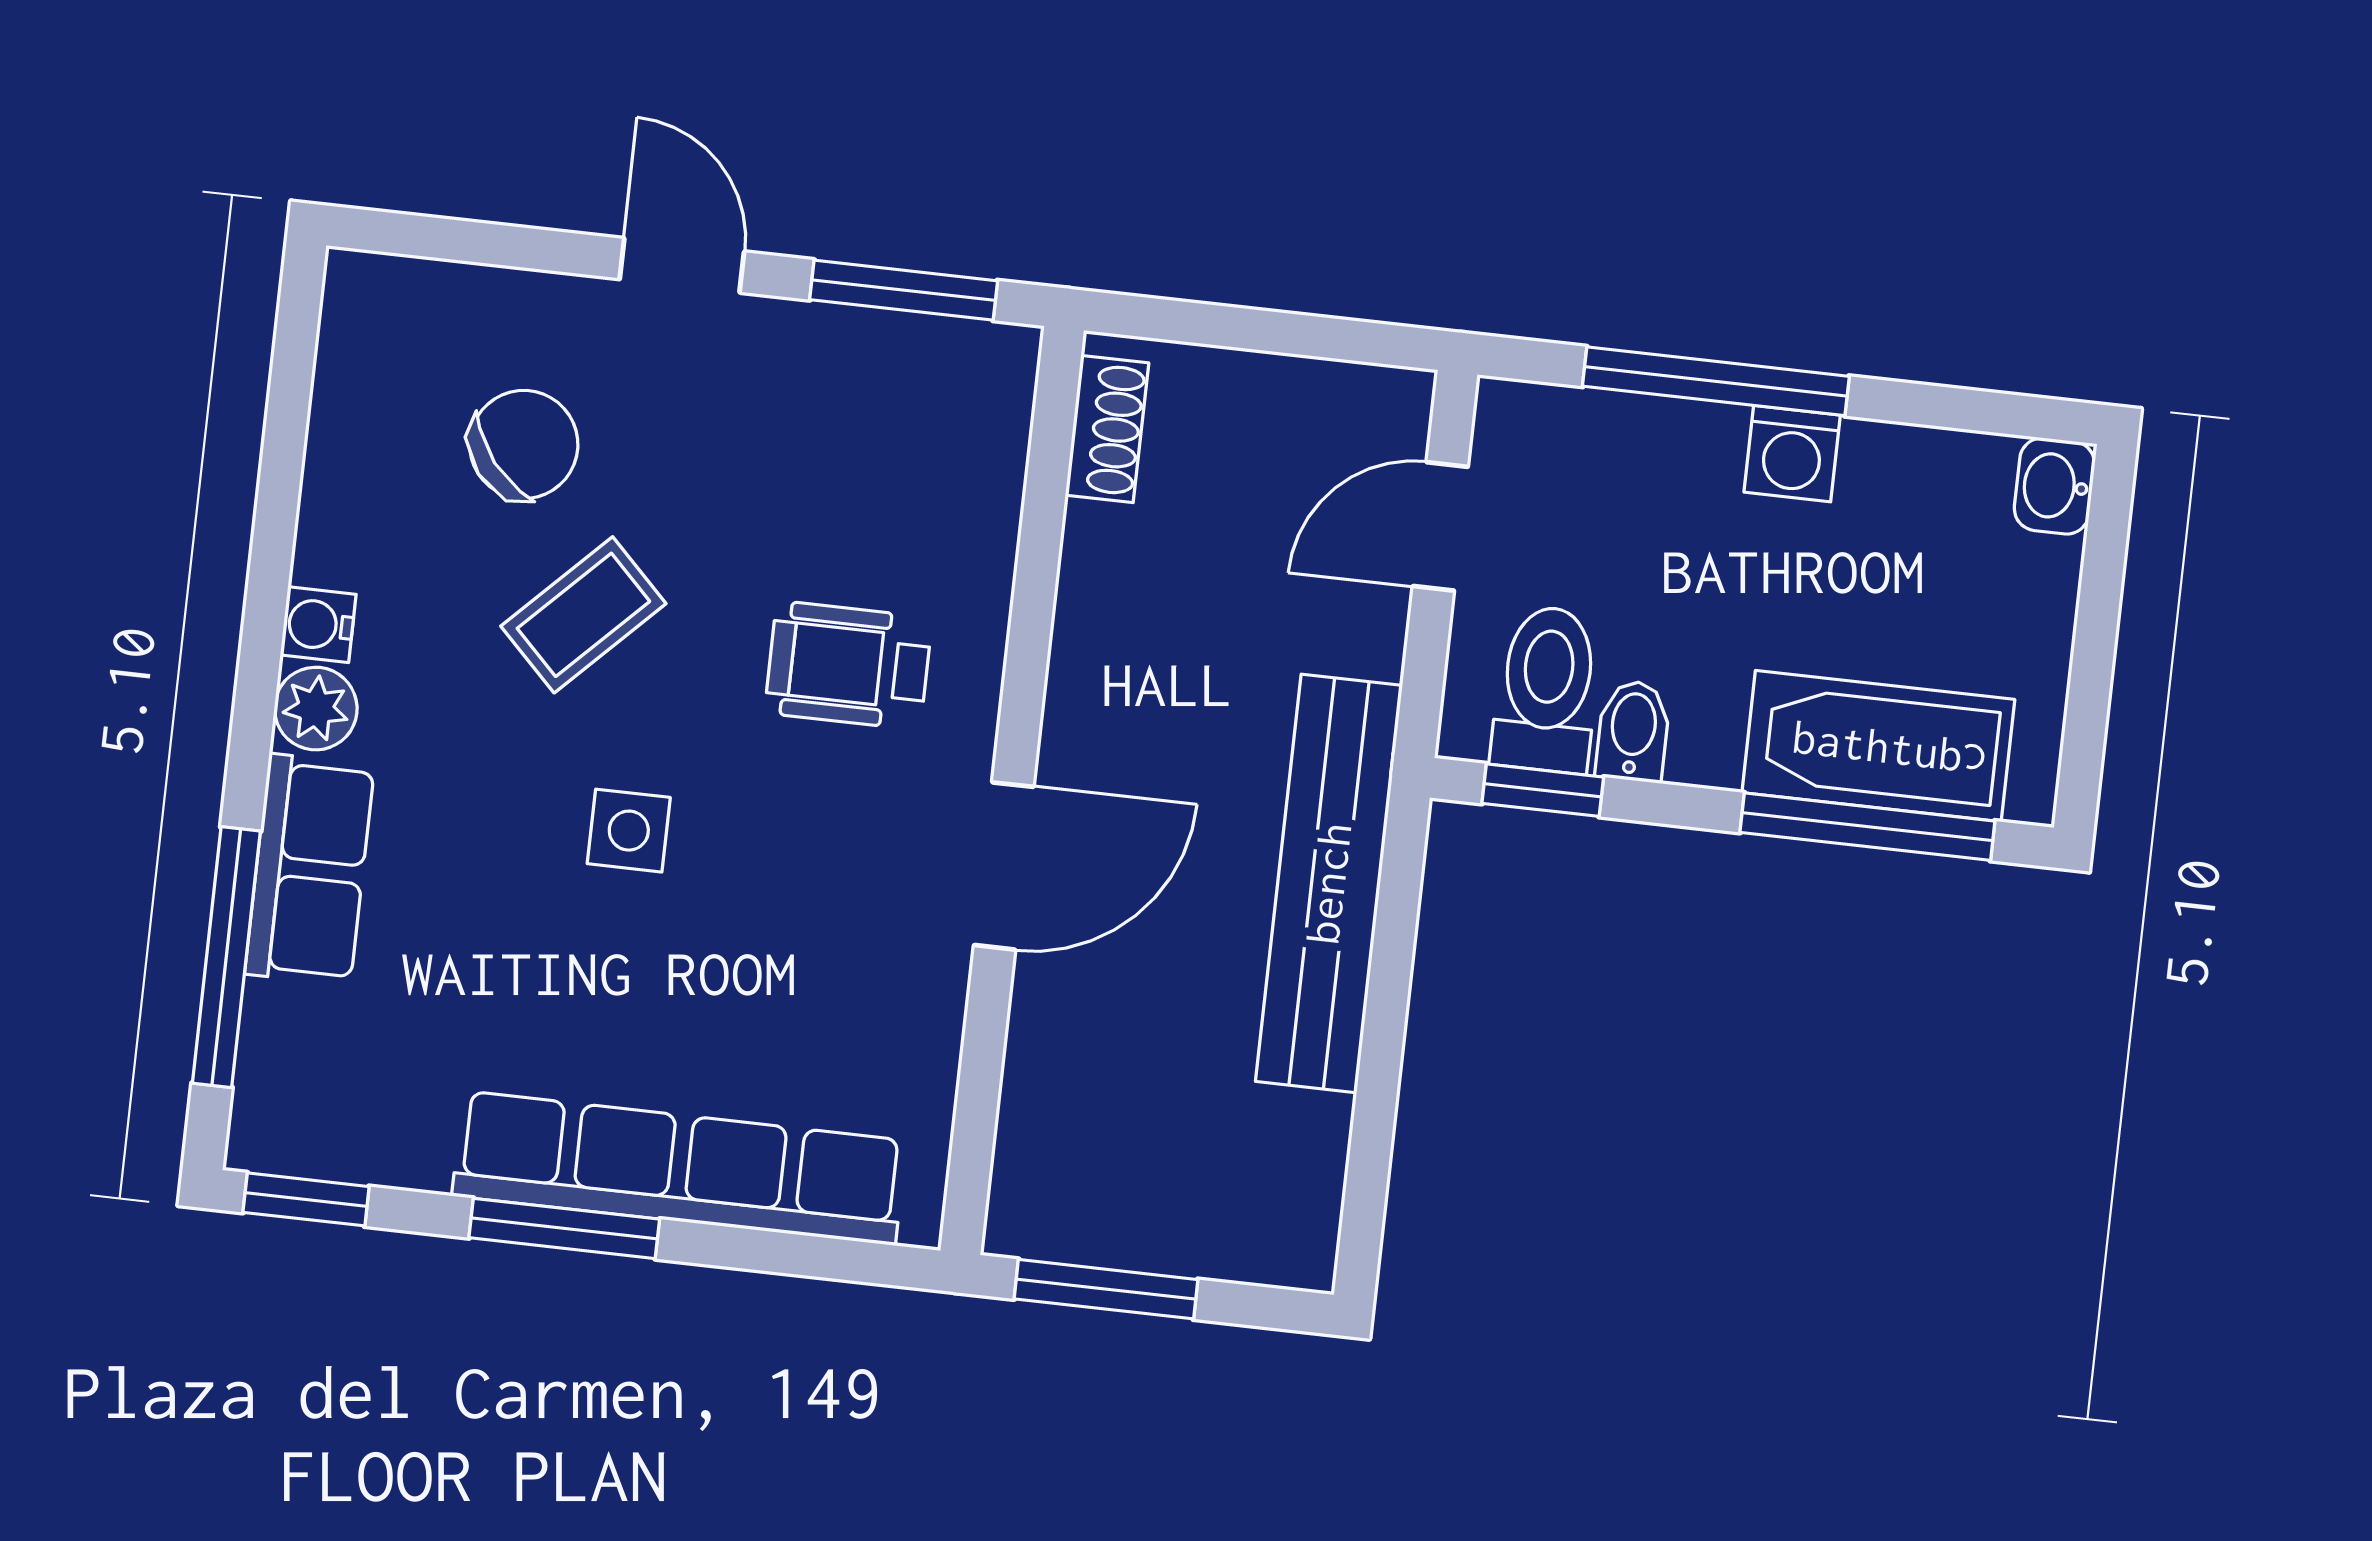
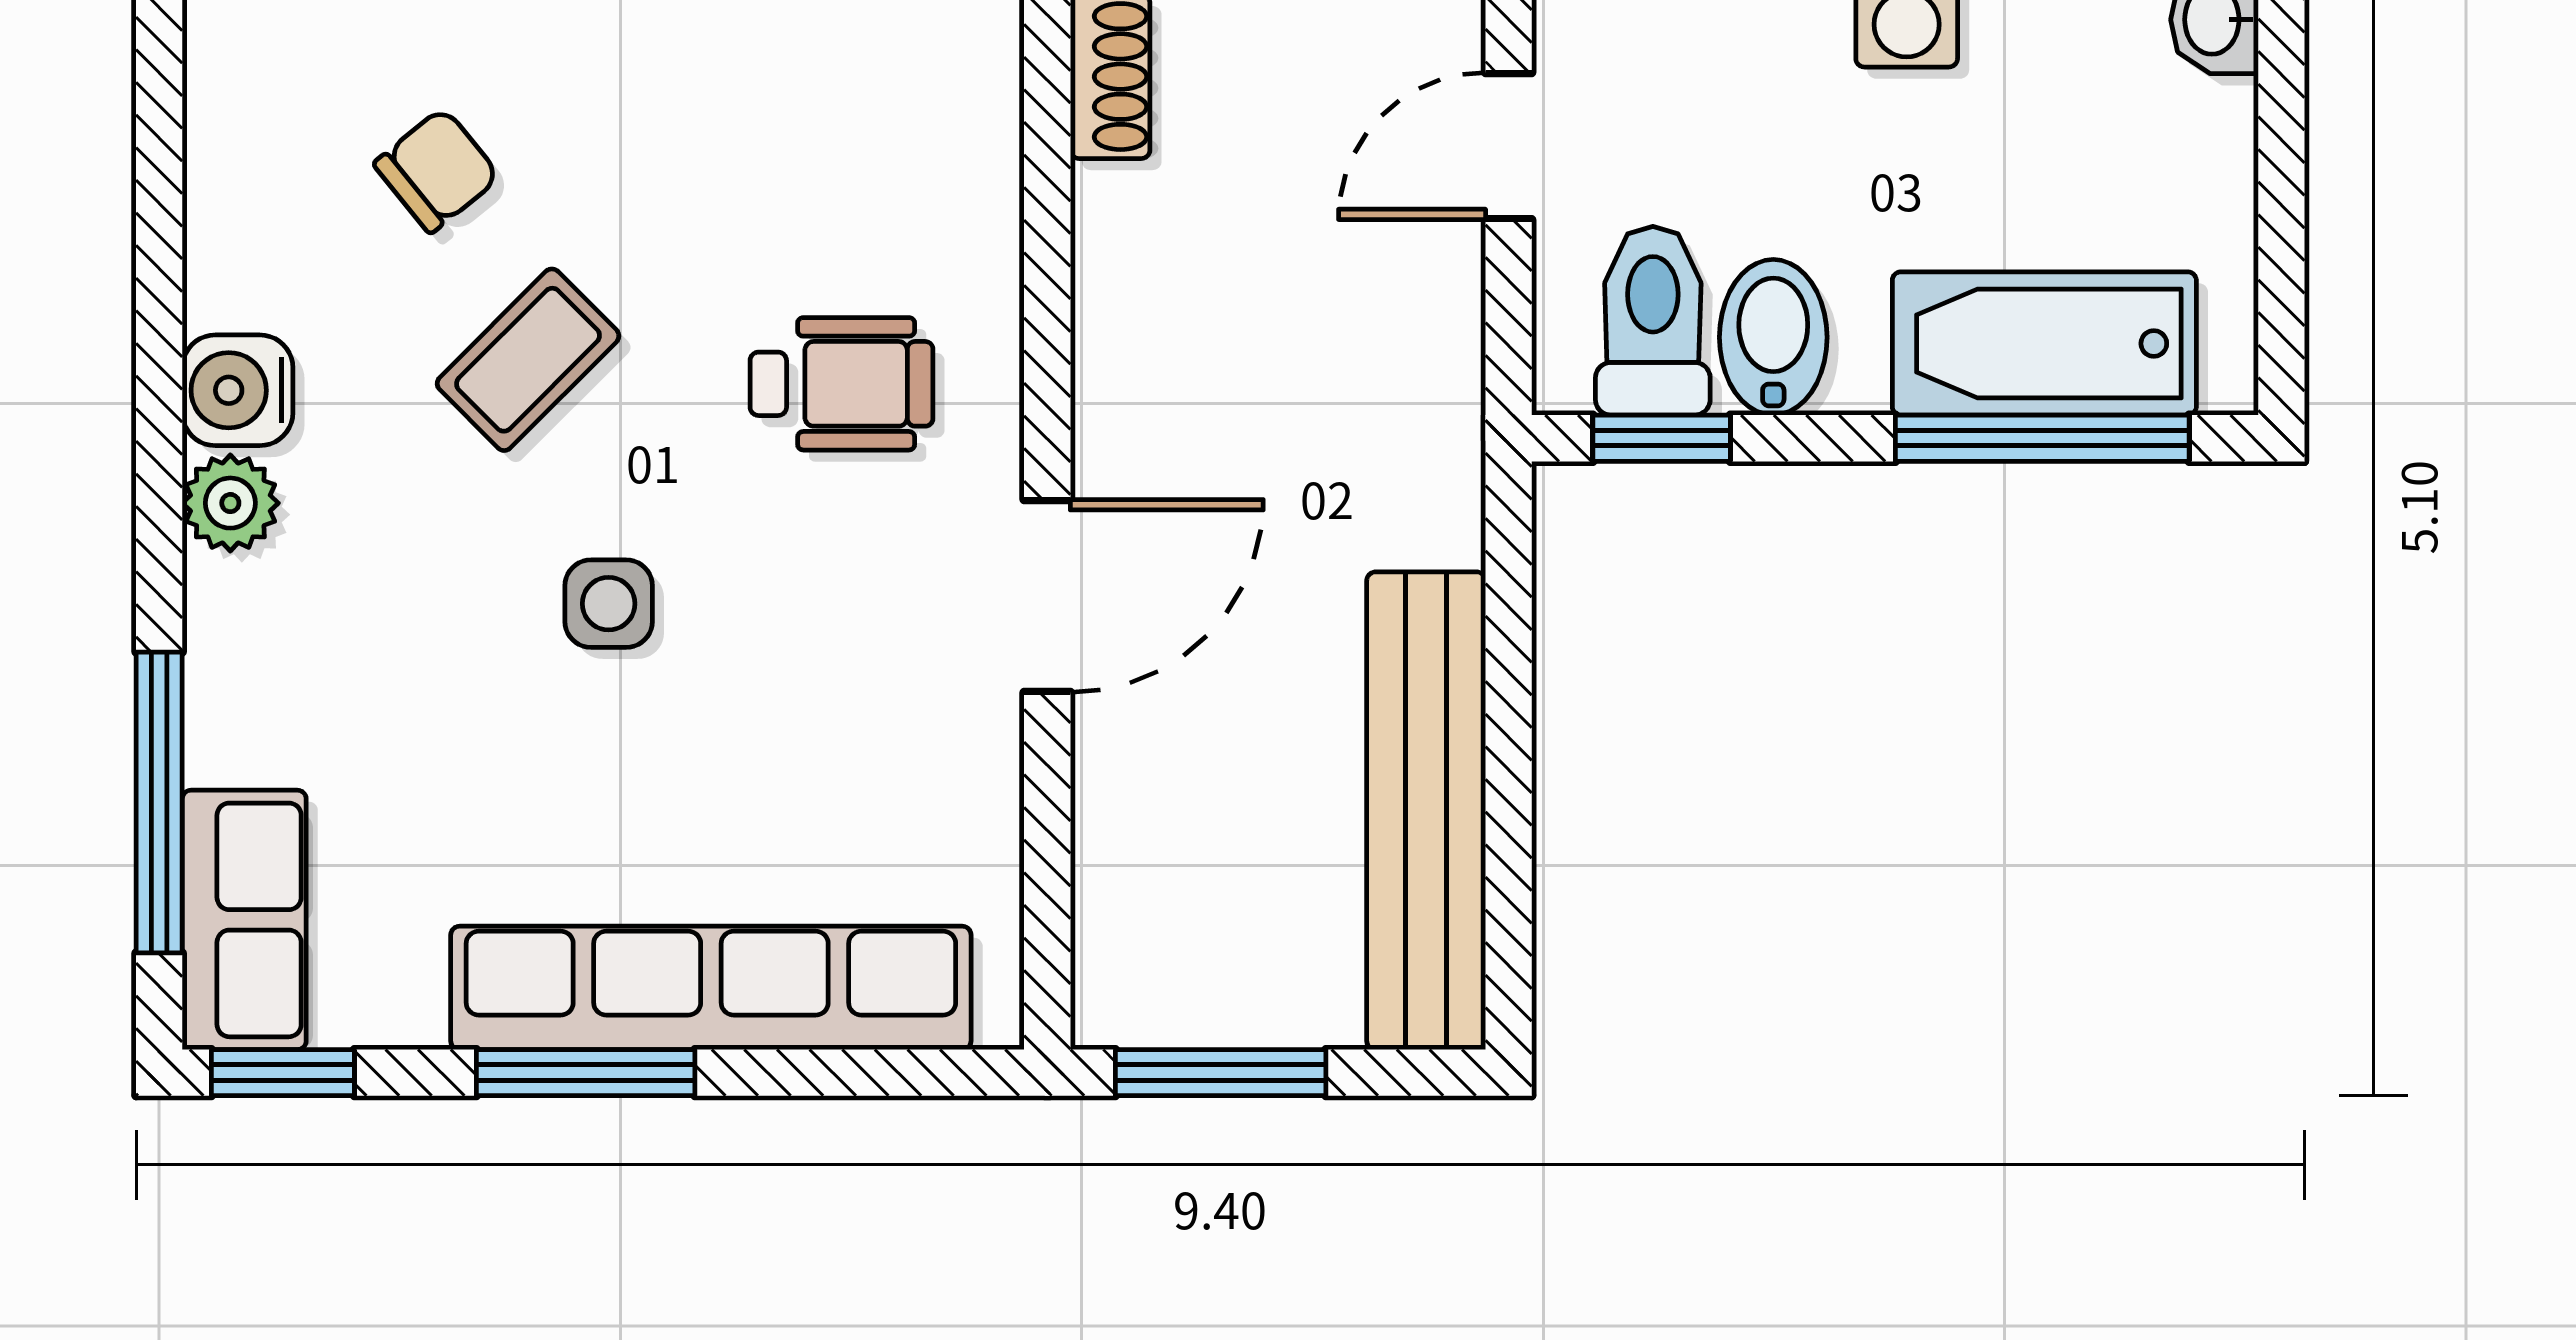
chair: (524, 445) -> (437, 170), width x0.73, depth x0.73
water cooler: (318, 625) -> (238, 390), width x1.38, depth x1.38
wheelchair: (848, 665) -> (841, 384), turned 180
bidet: (1633, 731) -> (1773, 337), width x1.38, depth x1.36
row of seats: (310, 869) -> (244, 920), moved
bench: (1329, 883) -> (1426, 811), moved

